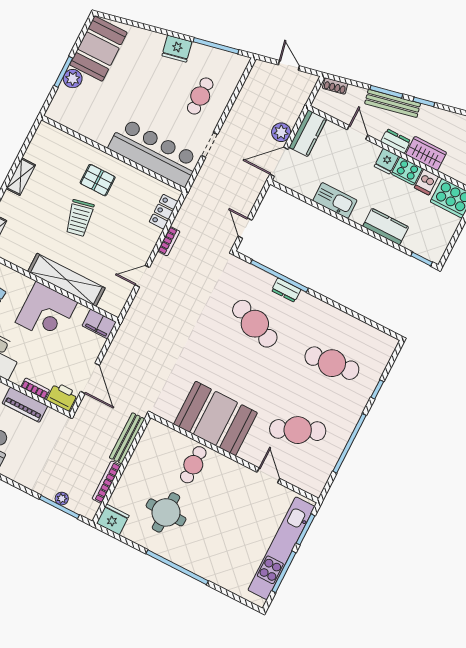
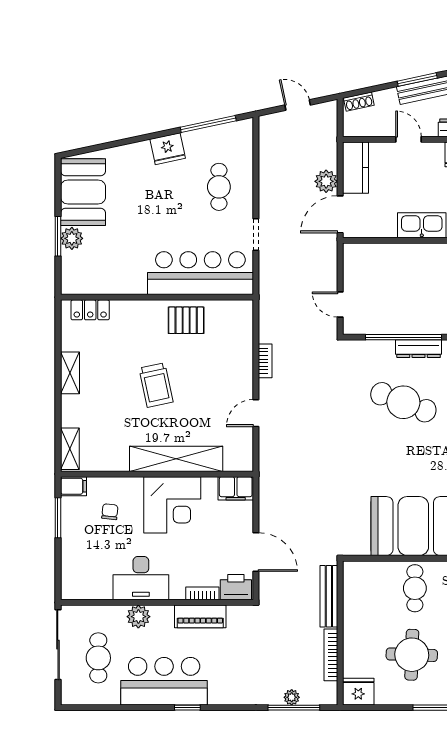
pallet: (98, 180) -> (186, 320), moved
locker: (164, 212) -> (90, 310), moved, turned -90
dresser: (286, 290) -> (419, 349), width x1.44

